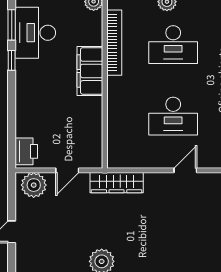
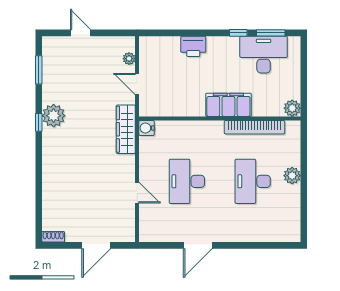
printer: (26, 151) -> (193, 46), moved
water cooler: (115, 160) -> (147, 128), added
plant: (34, 185) -> (129, 59), width x0.53, depth x0.53

